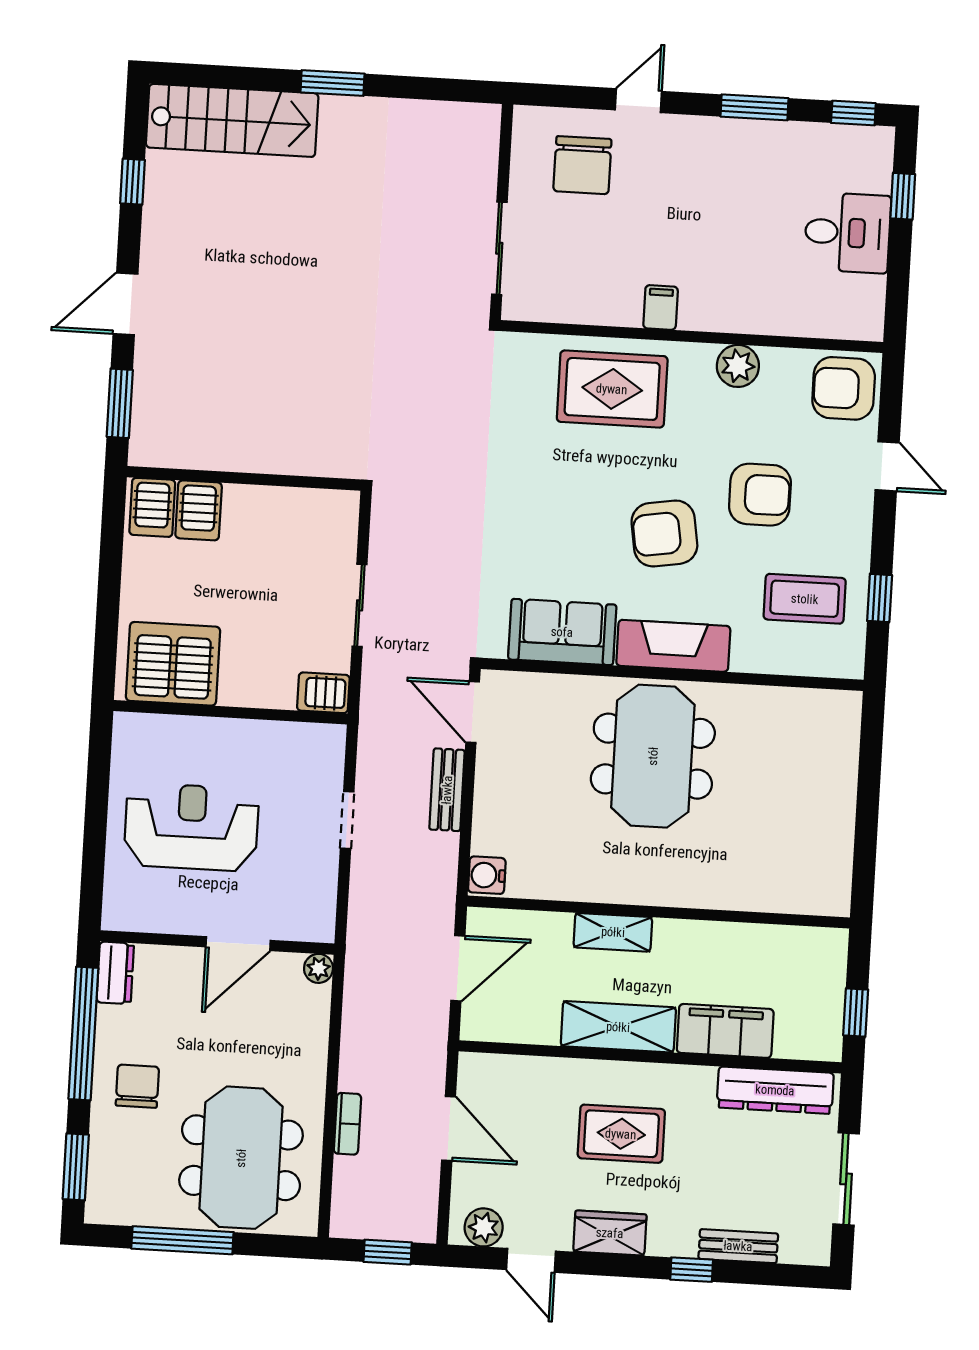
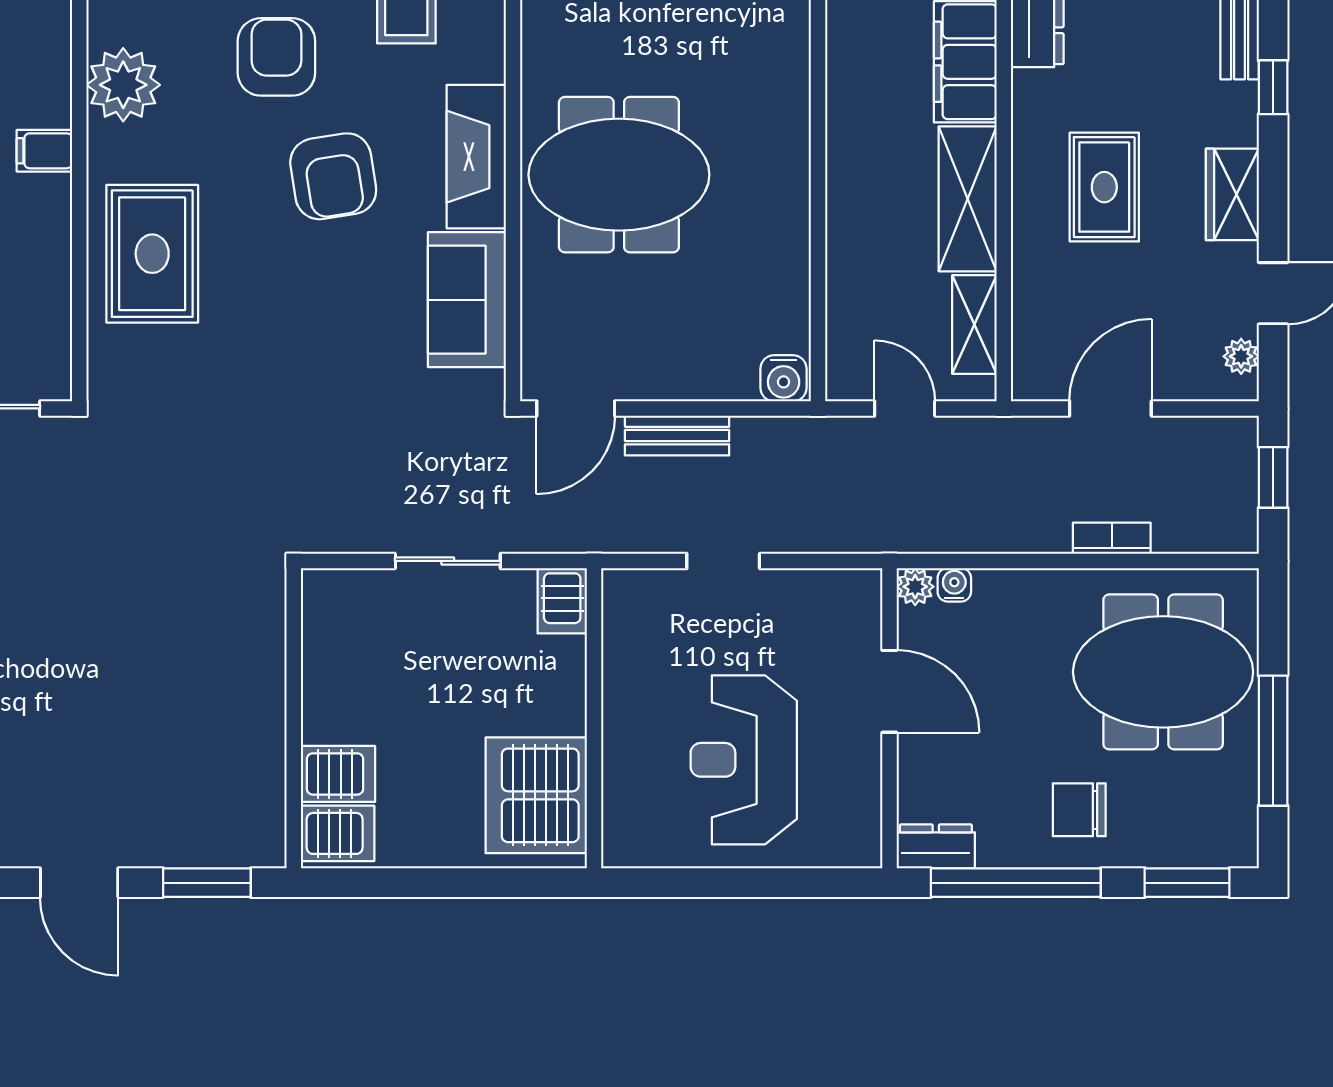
filing cabinet: (661, 307) -> (44, 151), moved
plant: (738, 366) -> (123, 85), width x1.36, depth x1.36
shelving: (613, 932) -> (974, 325), moved
door: (458, 968) -> (905, 408), width x0.73
water cooler: (318, 999) -> (954, 585), added
plant: (484, 1227) -> (1241, 356), width x0.73, depth x0.73

